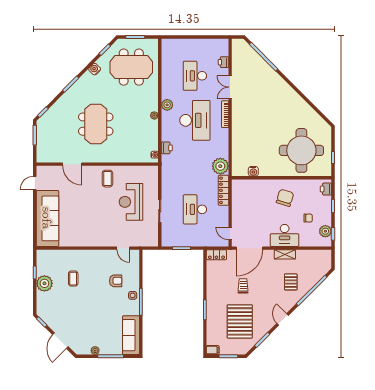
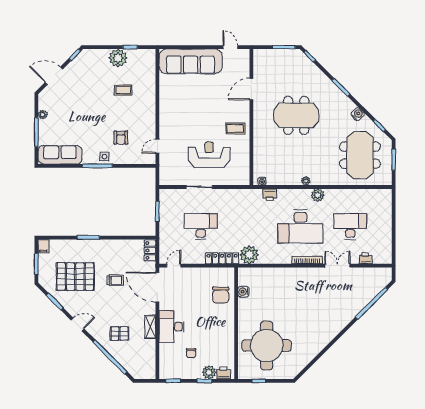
chair: (285, 198) -> (221, 295), moved, turned 73
plant: (325, 231) -> (209, 372), moved

